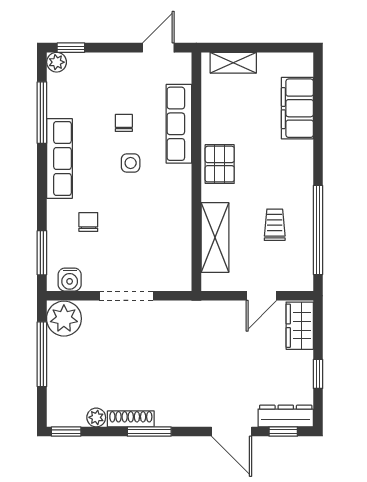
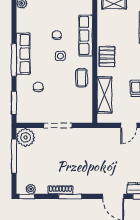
window: (42, 113) -> (14, 60), moved
coffee table: (171, 205) -> (82, 78), added
water cooler: (70, 280) -> (28, 117), removed
plant: (96, 417) -> (31, 189), moved

